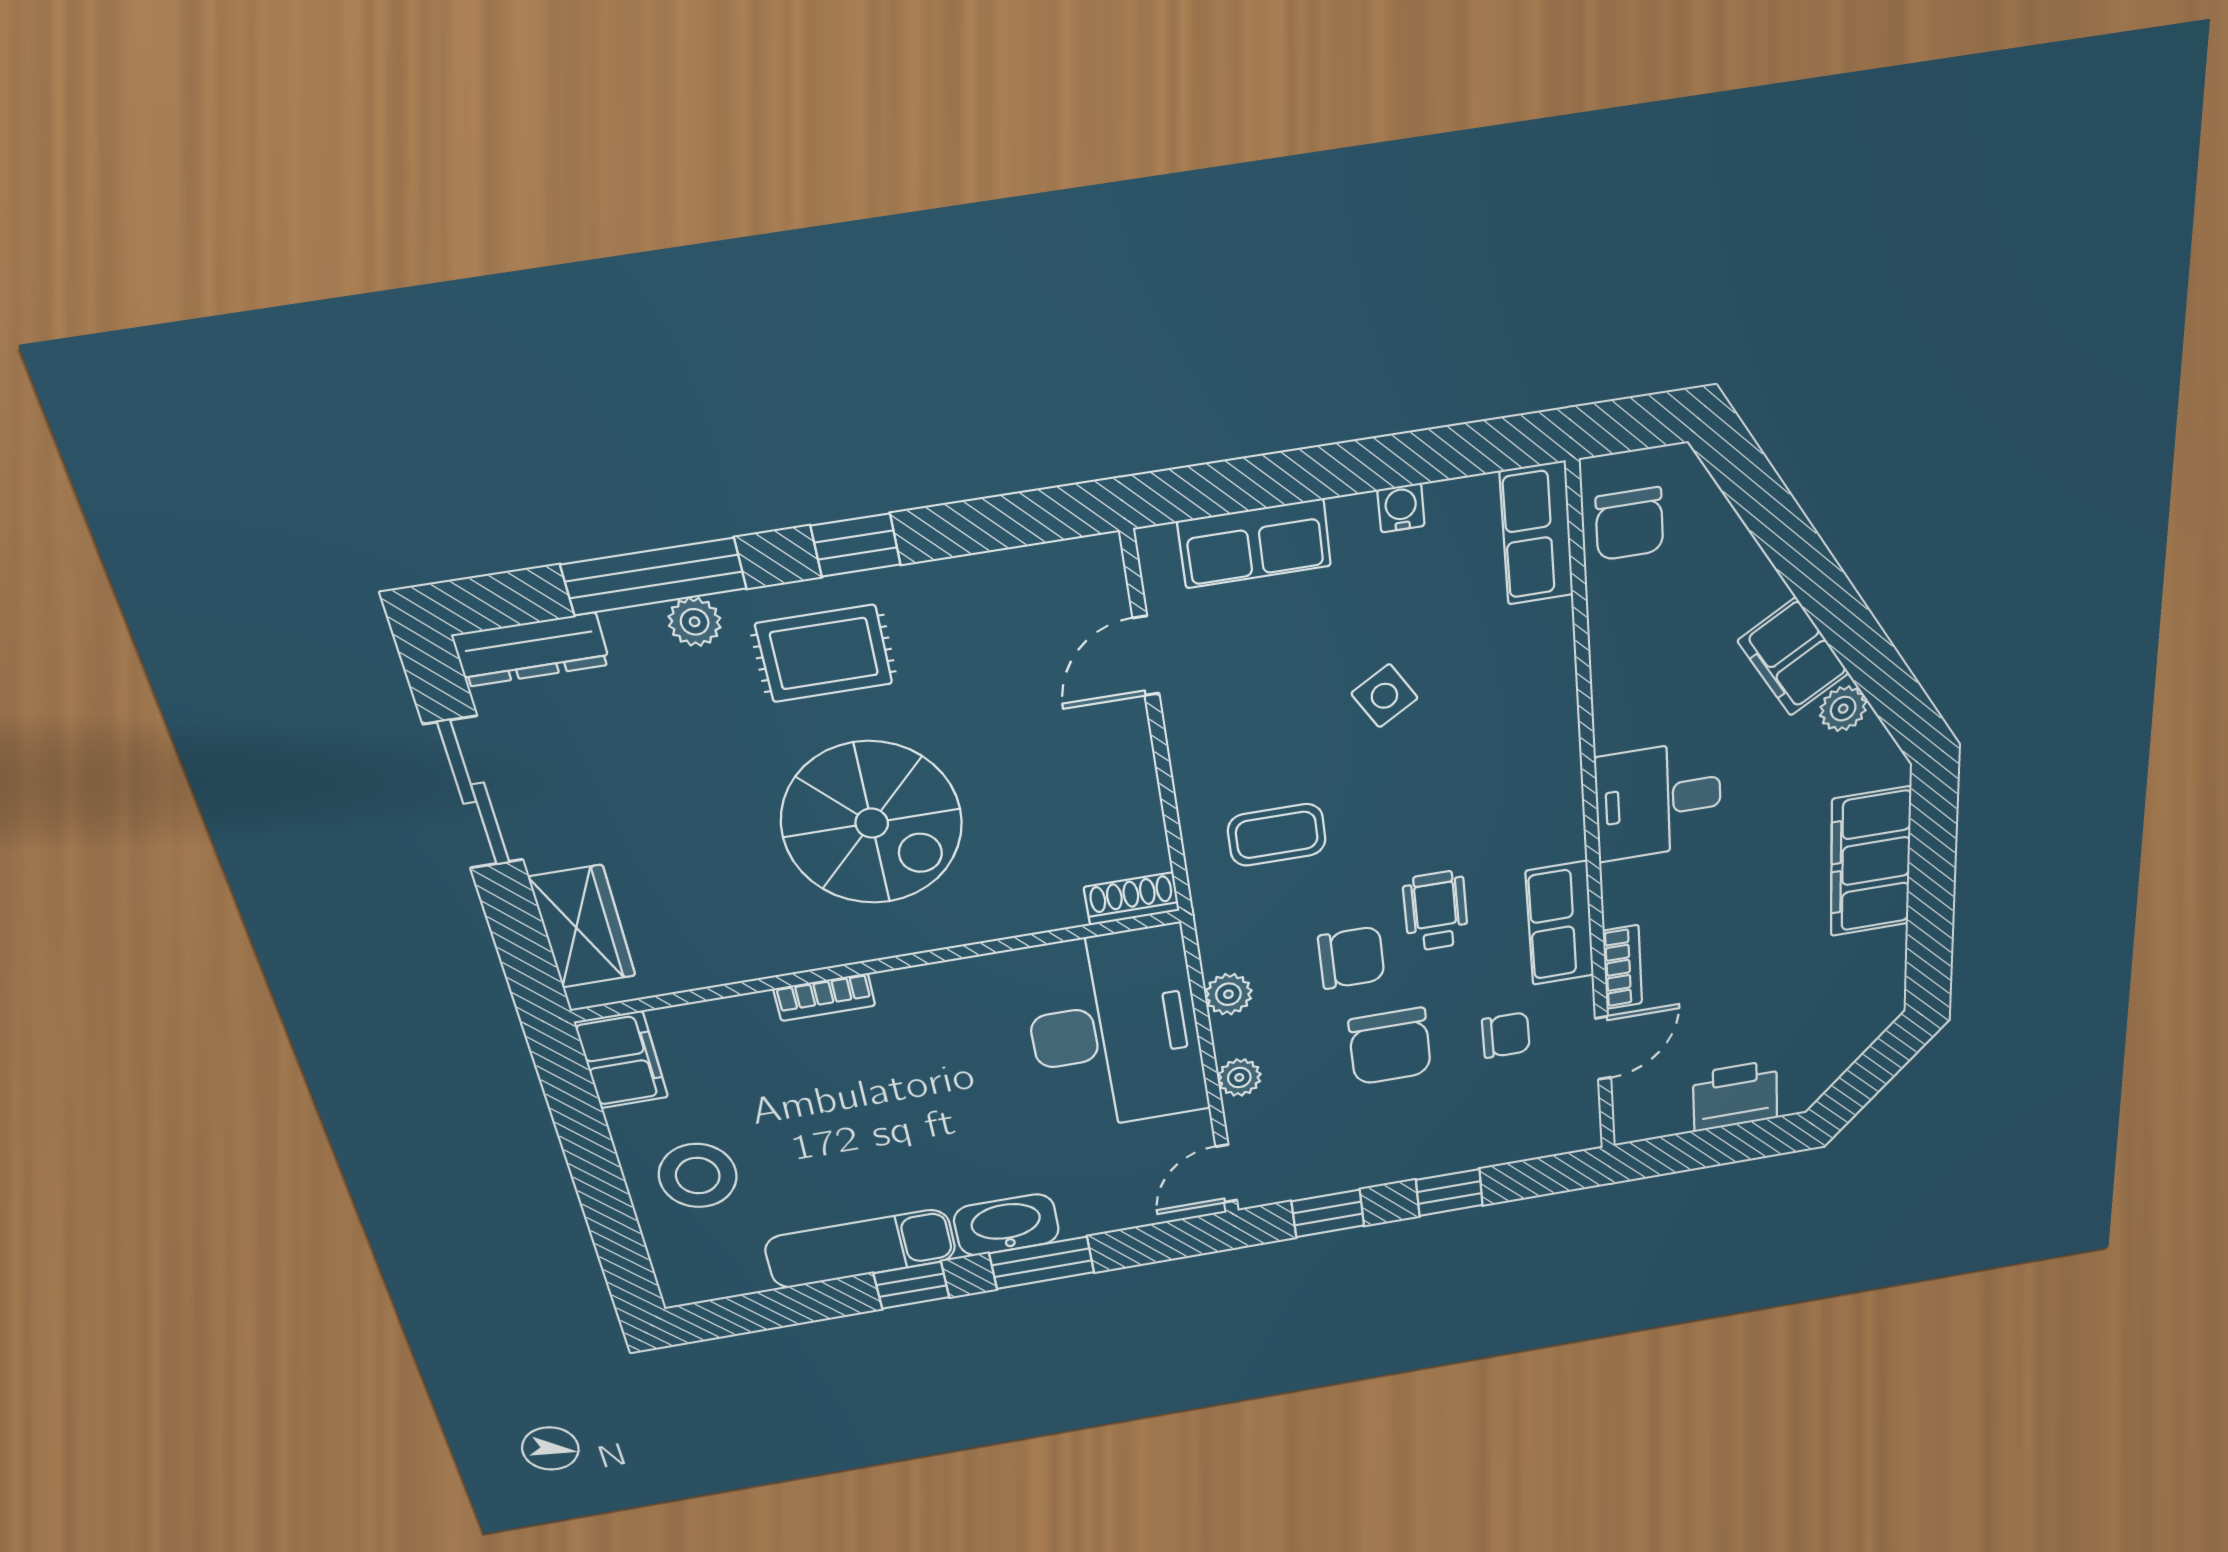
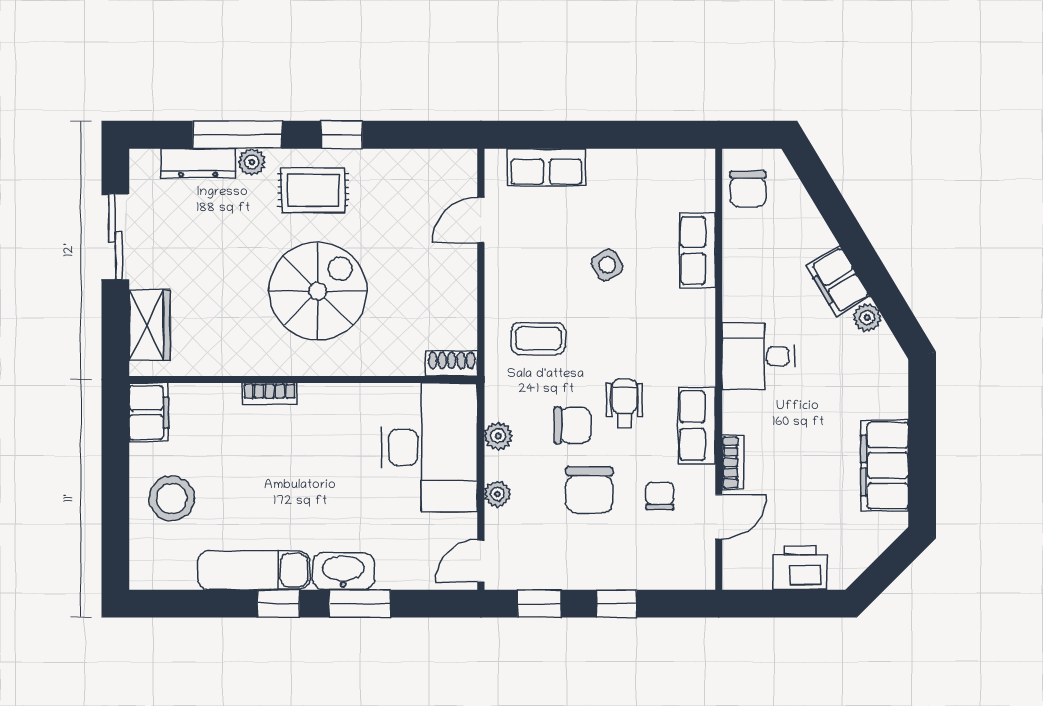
water cooler: (1401, 508) -> (626, 160), removed
row of seats: (1537, 533) -> (697, 250), moved
dresser: (531, 650) -> (198, 163), moved
spiral stairs: (872, 823) -> (318, 291), turned -90
filing cabinet: (1871, 862) -> (885, 465), moved
chair: (1506, 1035) -> (660, 496), turned -90

